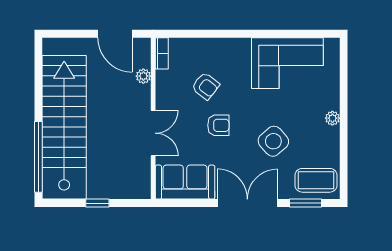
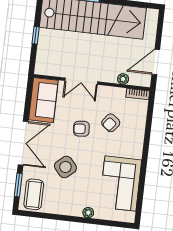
plant: (332, 118) -> (88, 213), moved
armchair: (218, 125) -> (81, 129), turned 85

